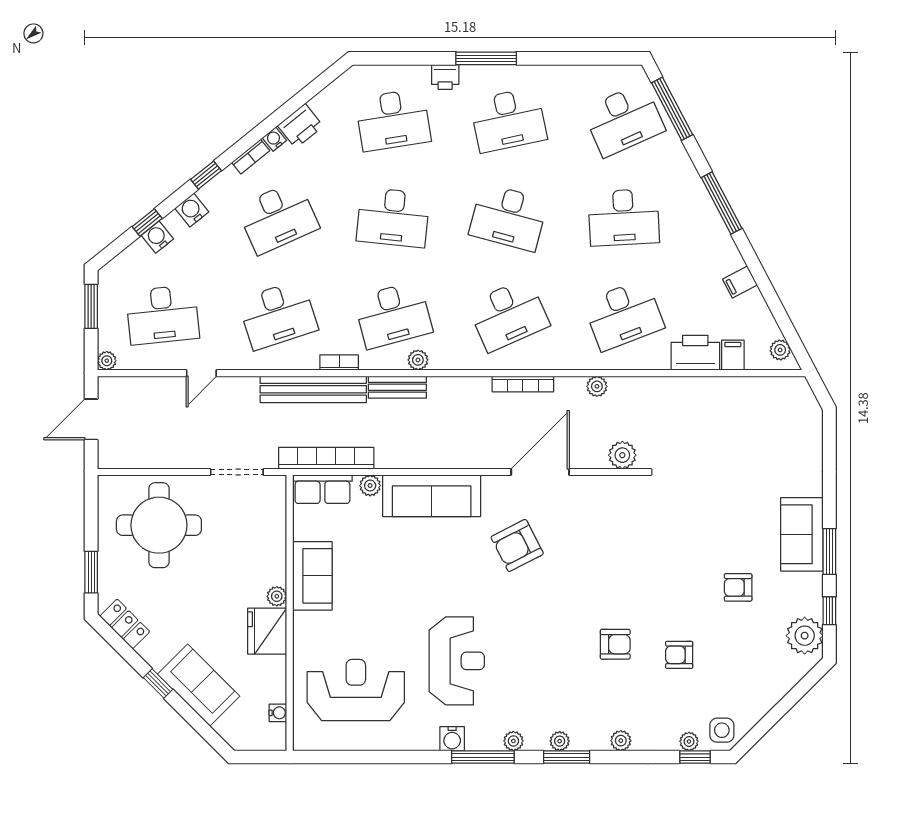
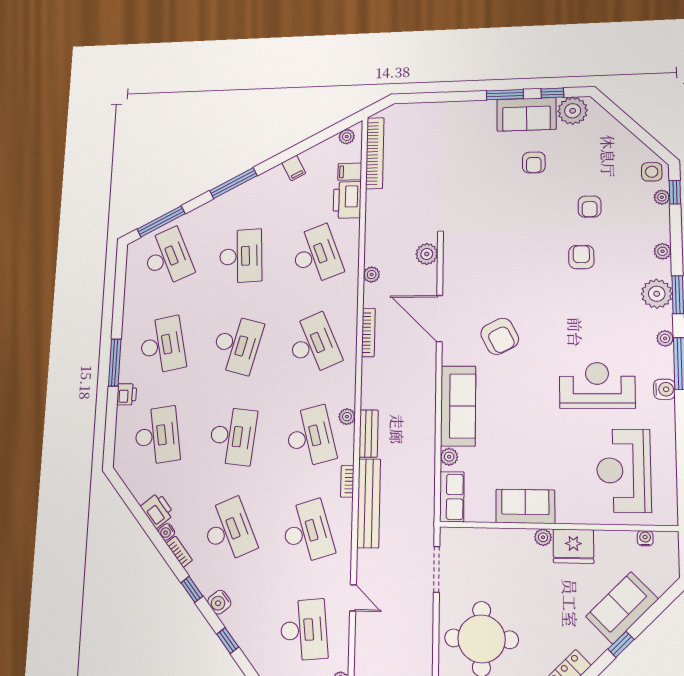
water cooler: (157, 237) -> (240, 632), removed
bookcase: (326, 458) -> (375, 153), moved, turned 180
sofa: (802, 534) -> (526, 114), moved
plant: (560, 741) -> (657, 294), width x1.88, depth x1.88

